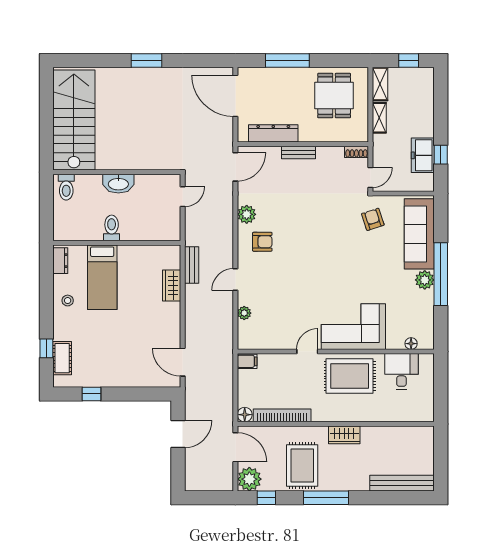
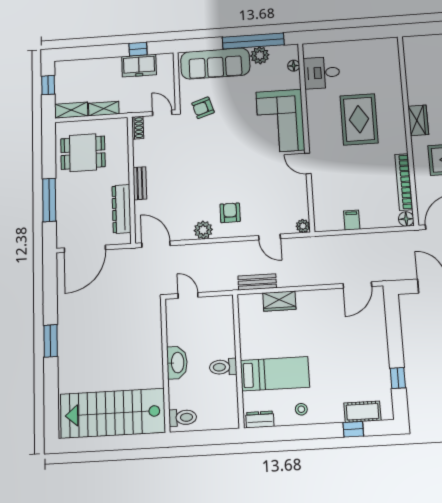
corner sofa: (353, 327) -> (280, 121), moved
floor lamp: (411, 344) -> (294, 66), moved
door: (307, 352) -> (308, 164), moved
wall: (336, 352) -> (306, 136), moved
desk: (401, 371) -> (322, 73), moved

